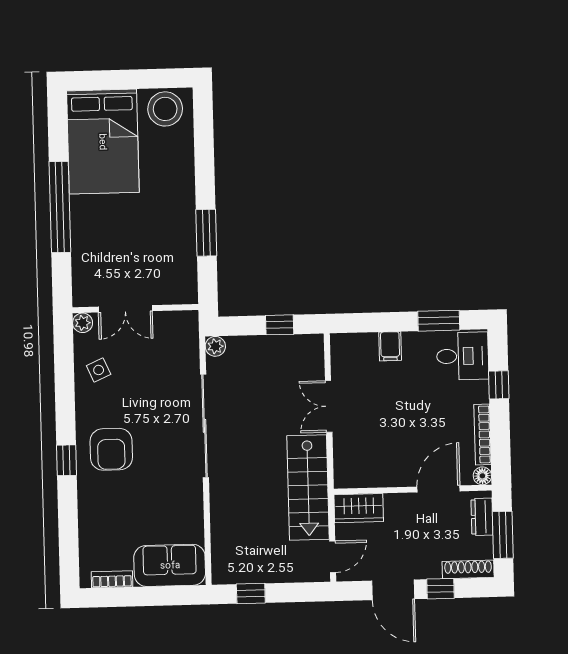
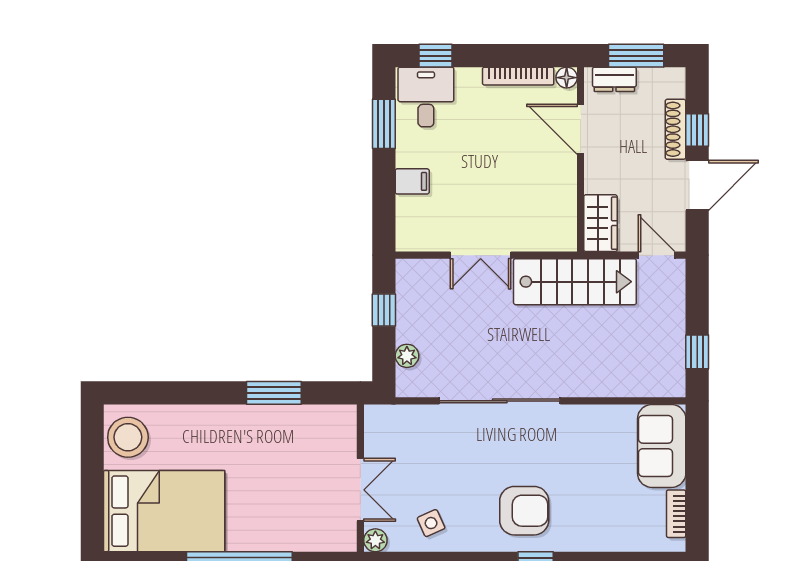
plant: (215, 346) -> (407, 356), moved
window: (499, 385) -> (436, 56), moved
shoe rack: (468, 569) -> (675, 129), moved

